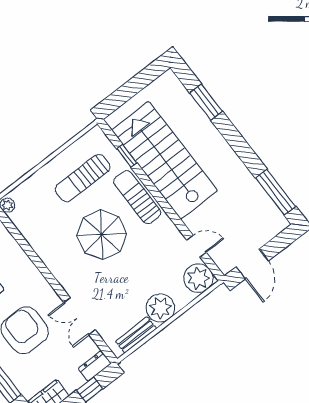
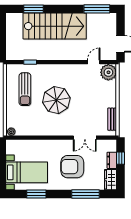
stairs: (164, 160) -> (55, 26), moved, turned 180
sun lounger: (137, 197) -> (52, 72), removed
plant: (160, 308) -> (109, 99), removed
dresser: (95, 366) -> (112, 160), moved

